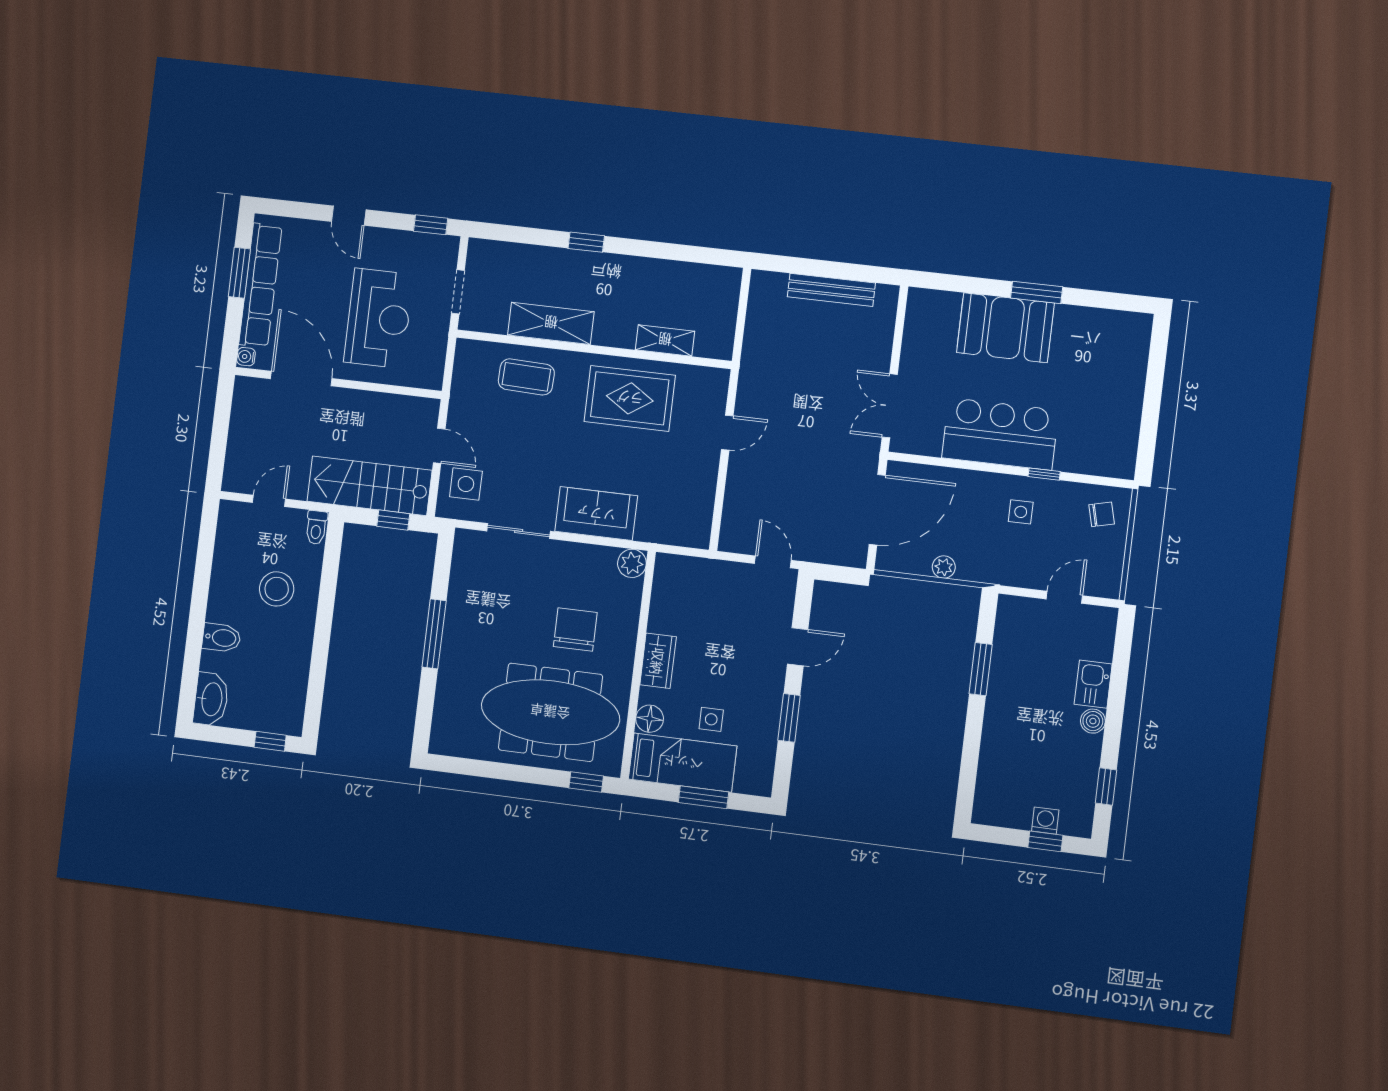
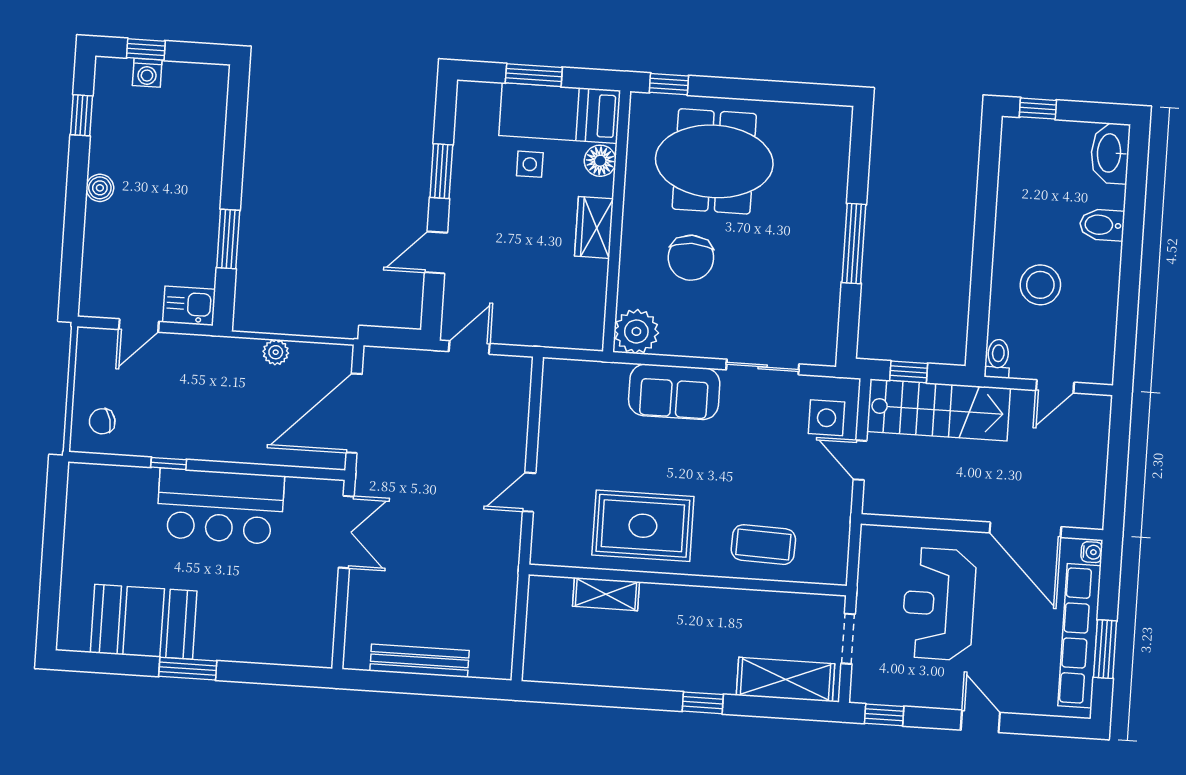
shelving: (551, 323) -> (786, 680), moved
booth: (1005, 328) -> (144, 622), moved
side table: (1021, 512) -> (193, 419), removed
door: (773, 562) -> (469, 347), swing flipped
plant: (632, 563) -> (636, 331), width x1.36, depth x1.36
kitchen sink: (1093, 684) -> (189, 306), moved, turned -90
meeting table: (550, 712) -> (714, 161), width x0.73

